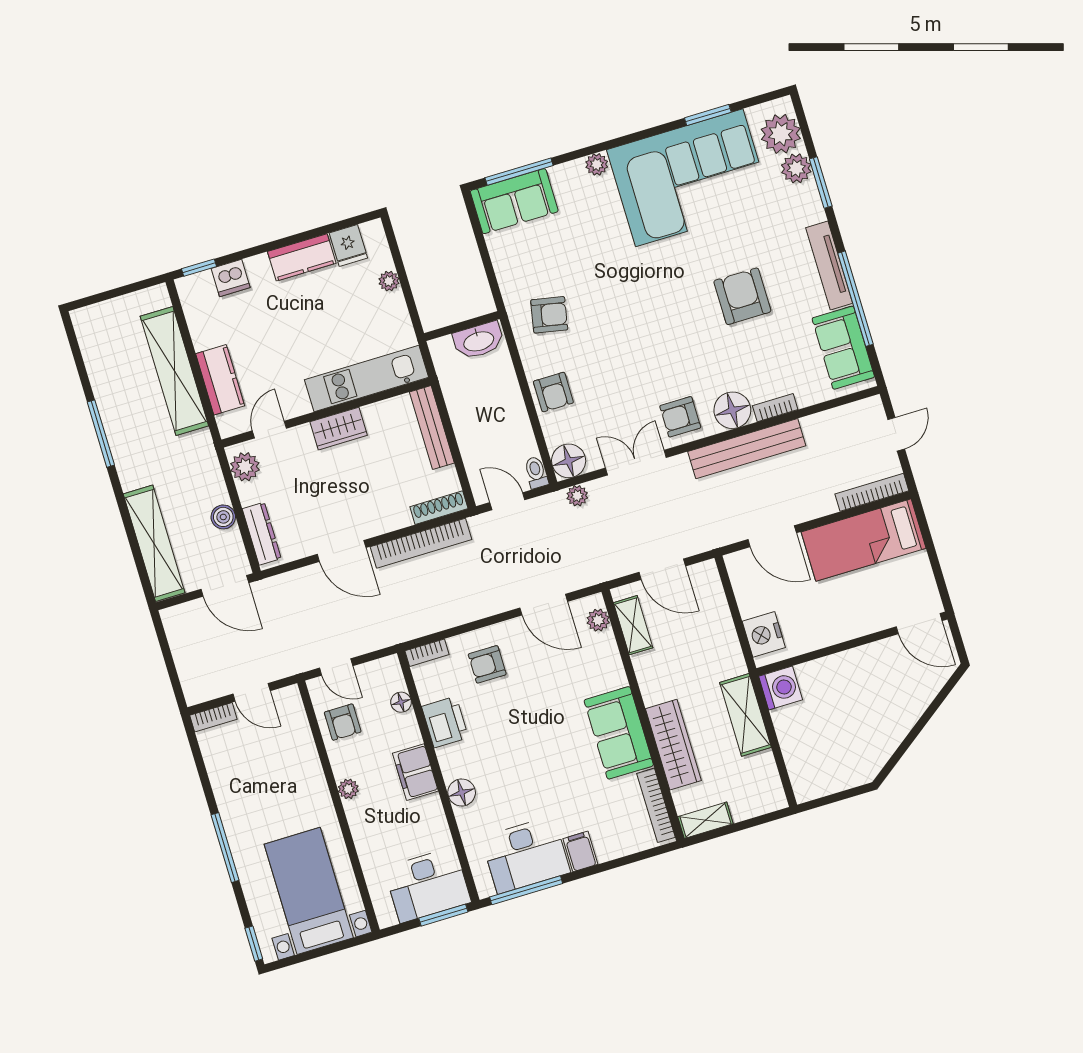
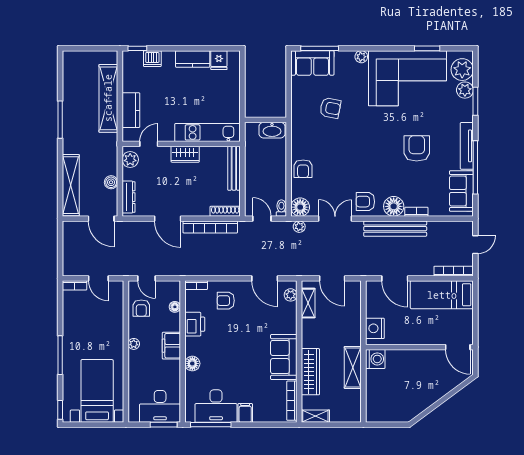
plant: (389, 281) -> (235, 85), removed
armchair: (549, 315) -> (330, 108), moved

